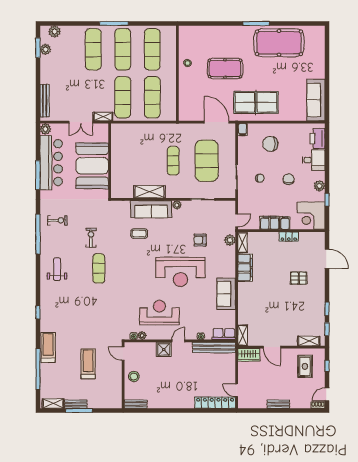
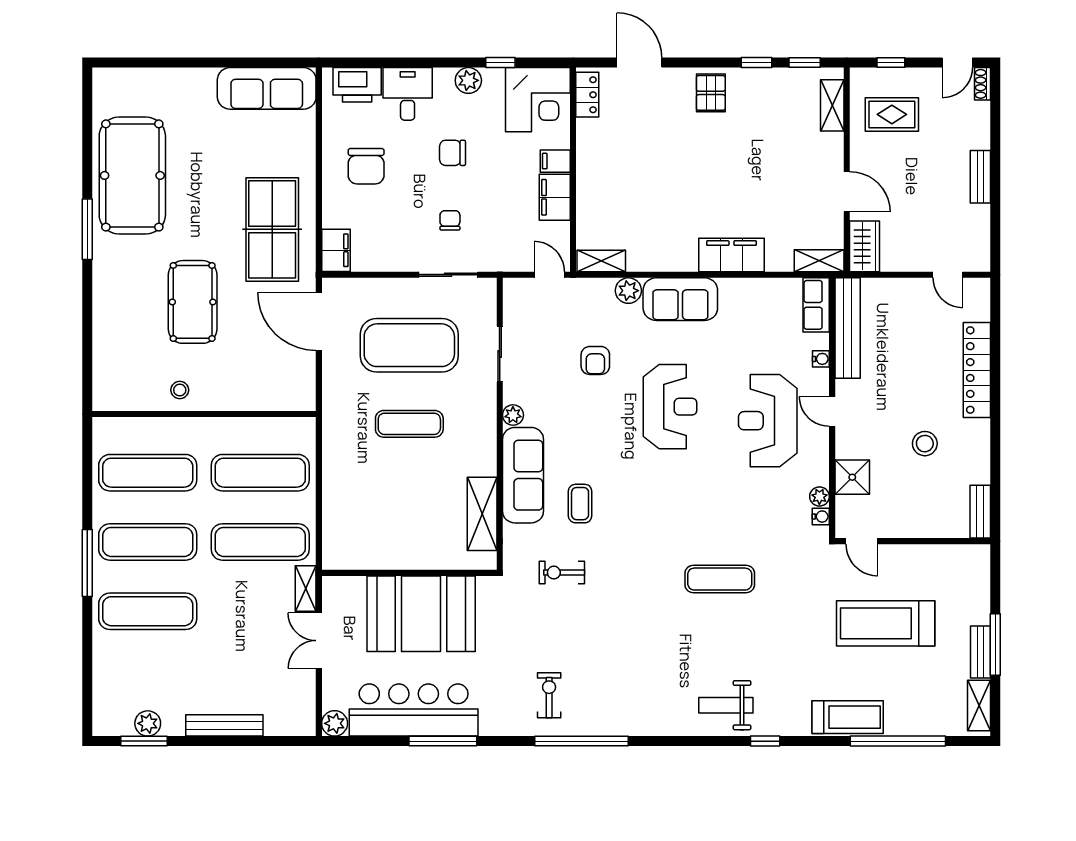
plant: (55, 32) -> (106, 702), removed
bench: (45, 101) -> (224, 725), moved
double door: (81, 122) -> (319, 641), swing flipped
door: (217, 122) -> (319, 322), hinge flipped
filing cabinet: (243, 130) -> (336, 250), width x2.00
chair: (270, 144) -> (366, 166), moved
shelving: (149, 192) -> (482, 514), moved
locker: (289, 237) -> (587, 95), moved
exercise bike: (91, 238) -> (562, 573), moved
plant: (230, 240) -> (628, 291), moved
door: (327, 259) -> (639, 63), hinge flipped
exercise mat: (99, 268) -> (720, 579), moved
filing cabinet: (245, 268) -> (731, 255), moved
weight bench: (57, 269) -> (726, 705), moved
reception desk: (180, 272) -> (670, 407), width x0.74, depth x0.77
pallet: (299, 278) -> (711, 93), moved
sofa: (226, 294) -> (680, 299), moved
reception desk: (159, 313) -> (768, 421), moved
door: (272, 347) -> (847, 192), hinge flipped
treadmill: (48, 348) -> (848, 717), turned 180
shower: (164, 350) -> (852, 477), moved
door: (123, 354) -> (862, 541), hinge flipped
treadmill: (88, 364) -> (886, 623), width x1.37, depth x1.38
stool: (134, 376) -> (925, 444), moved
door: (237, 390) -> (948, 275), hinge flipped
door: (327, 394) -> (957, 63), hinge flipped
locker: (215, 403) -> (977, 370), moved

